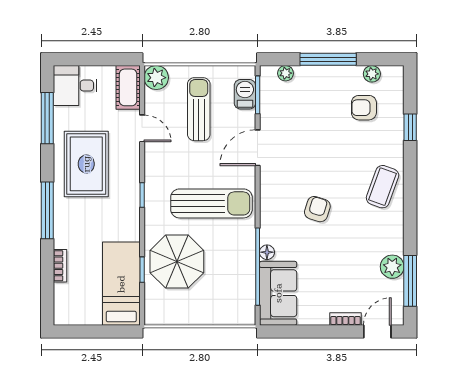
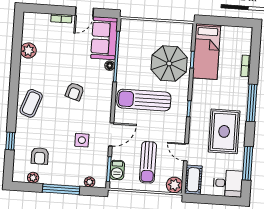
armchair: (364, 108) -> (40, 156), turned 90
side table: (302, 136) -> (82, 140), added
window: (410, 281) -> (17, 40), removed
door: (377, 331) -> (84, 12), moved

